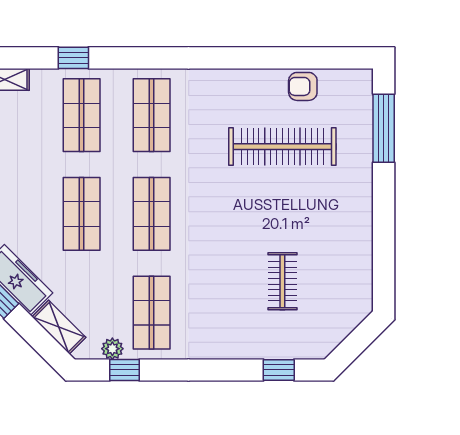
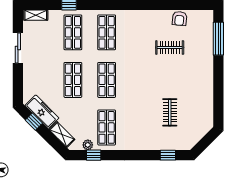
armchair: (303, 86) -> (179, 19), turned -84
clothes rail: (282, 147) -> (170, 47), width x0.54, depth x0.76

